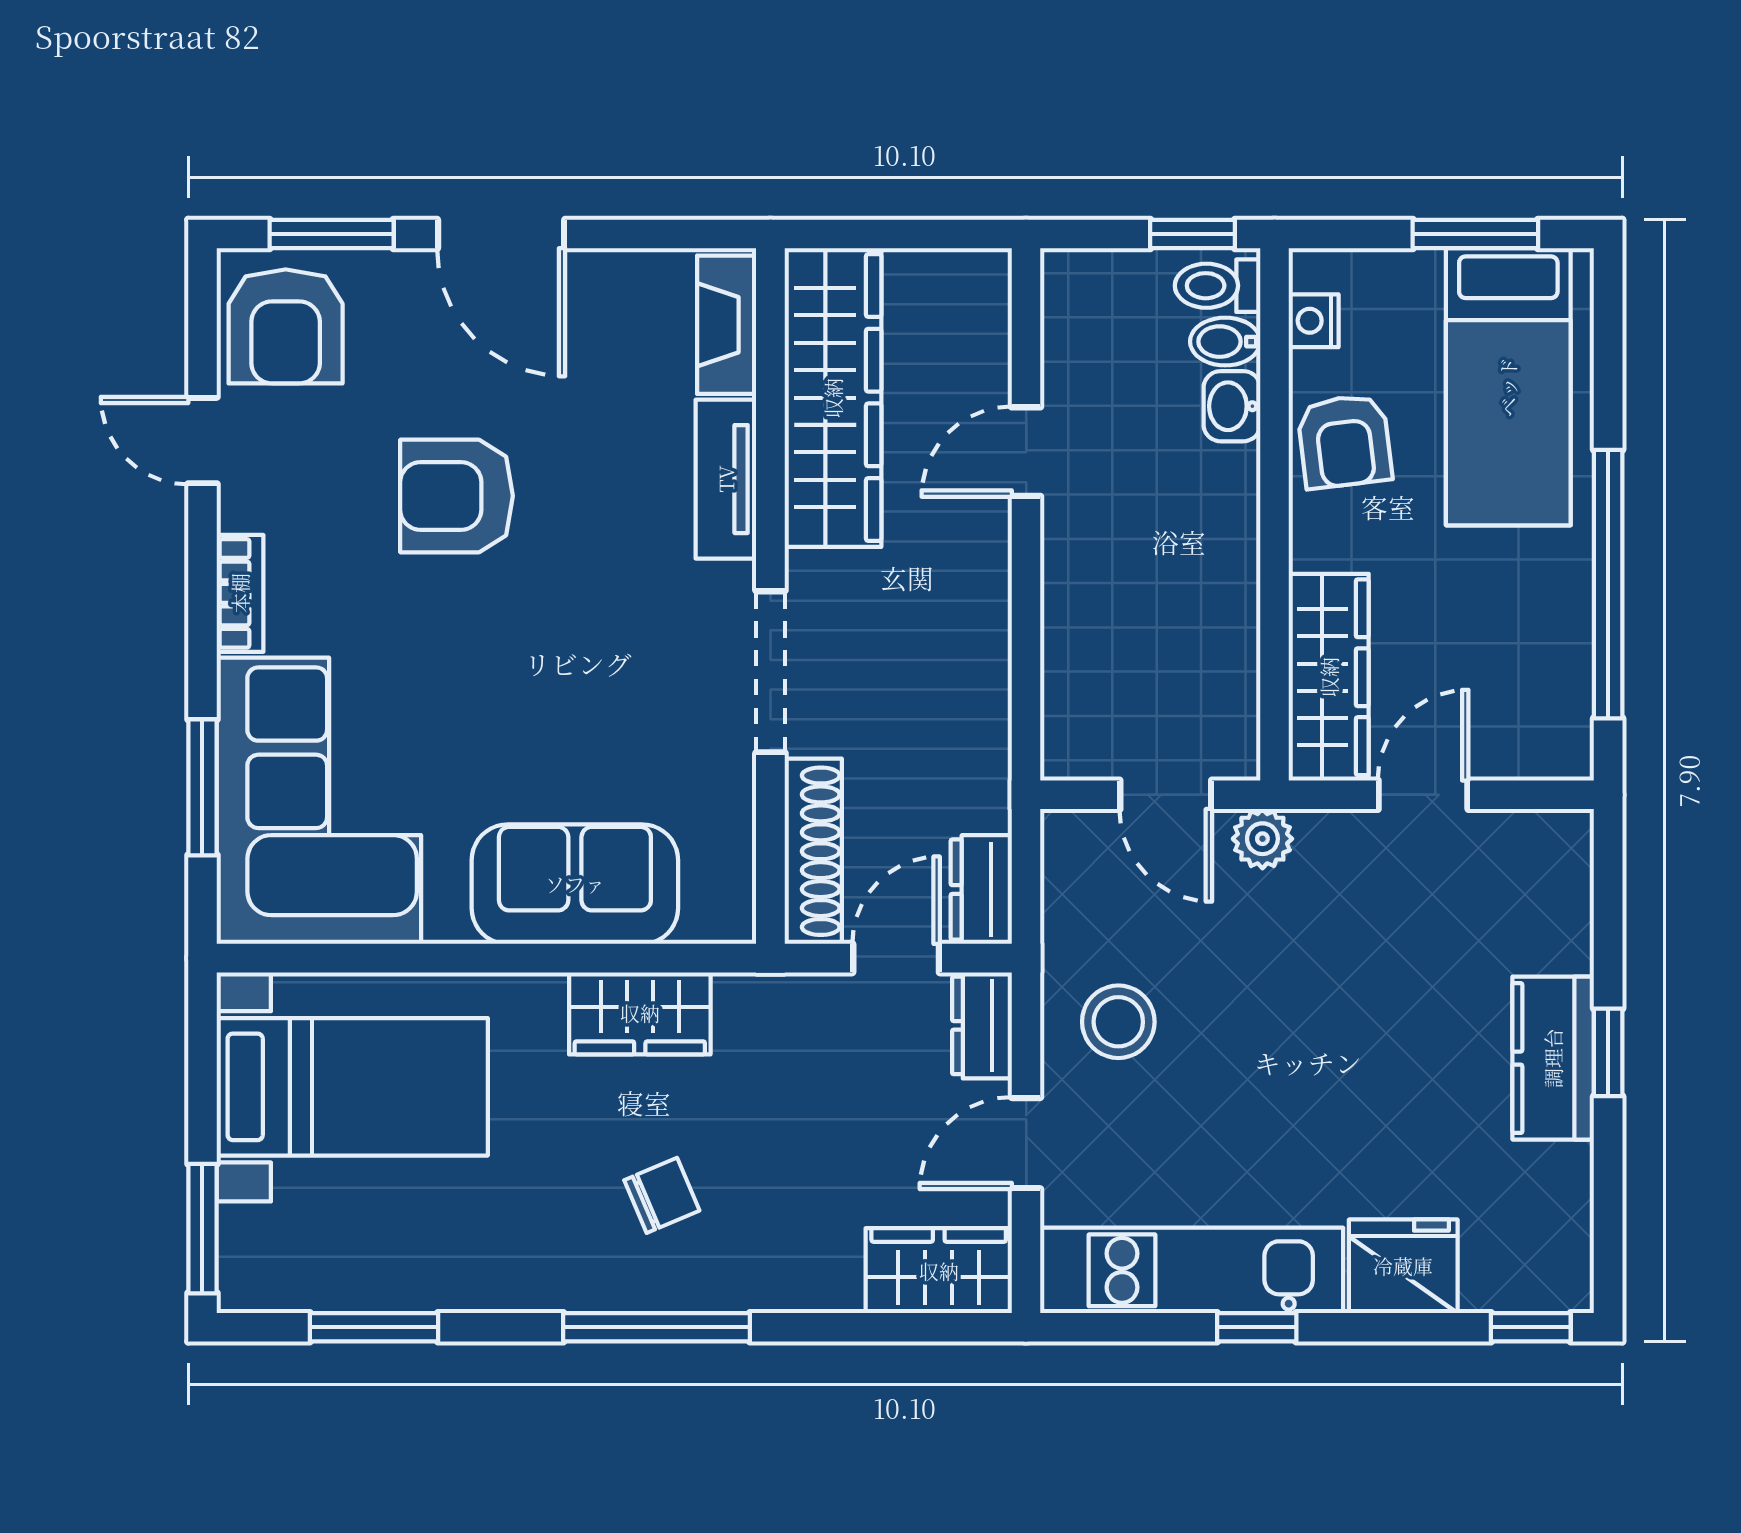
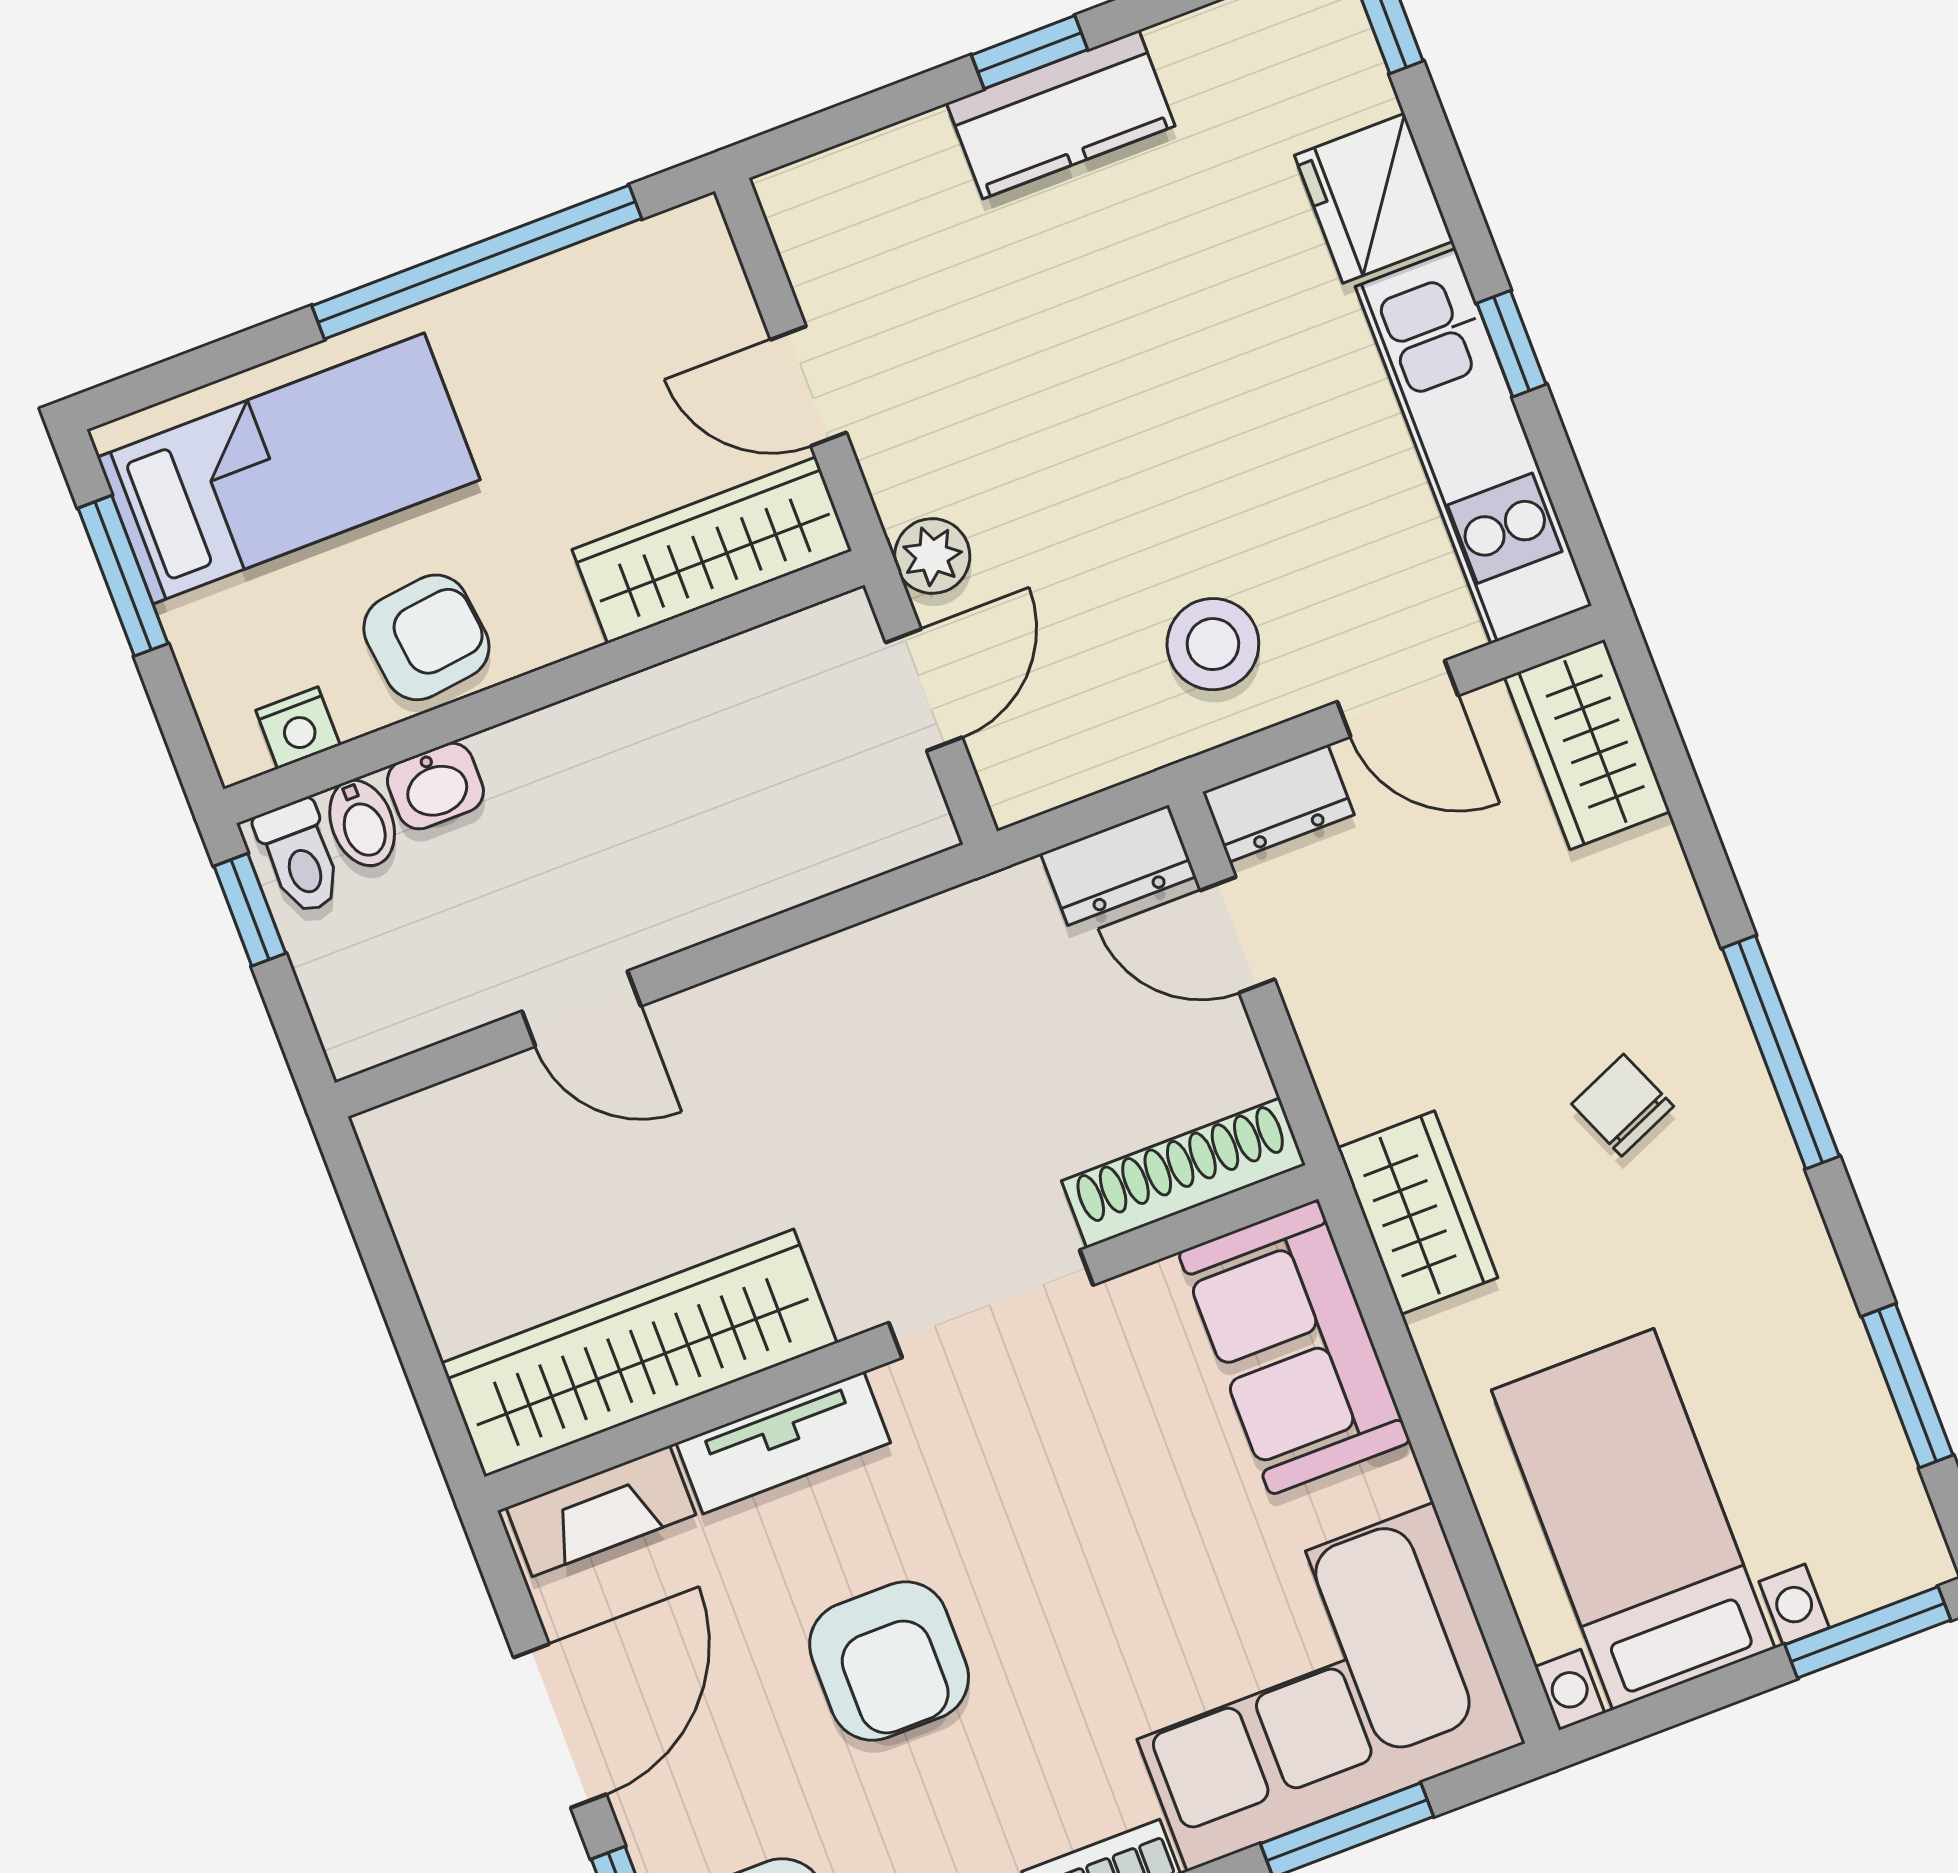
fireplace: (727, 325) -> (601, 1511), moved
wardrobe: (833, 398) -> (639, 1353), moved
tv unit: (726, 479) -> (783, 1443), moved
wall: (770, 596) -> (901, 1338), moved
doorway: (770, 672) -> (991, 1304), moved
shoe rack: (813, 851) -> (1184, 1173), moved

